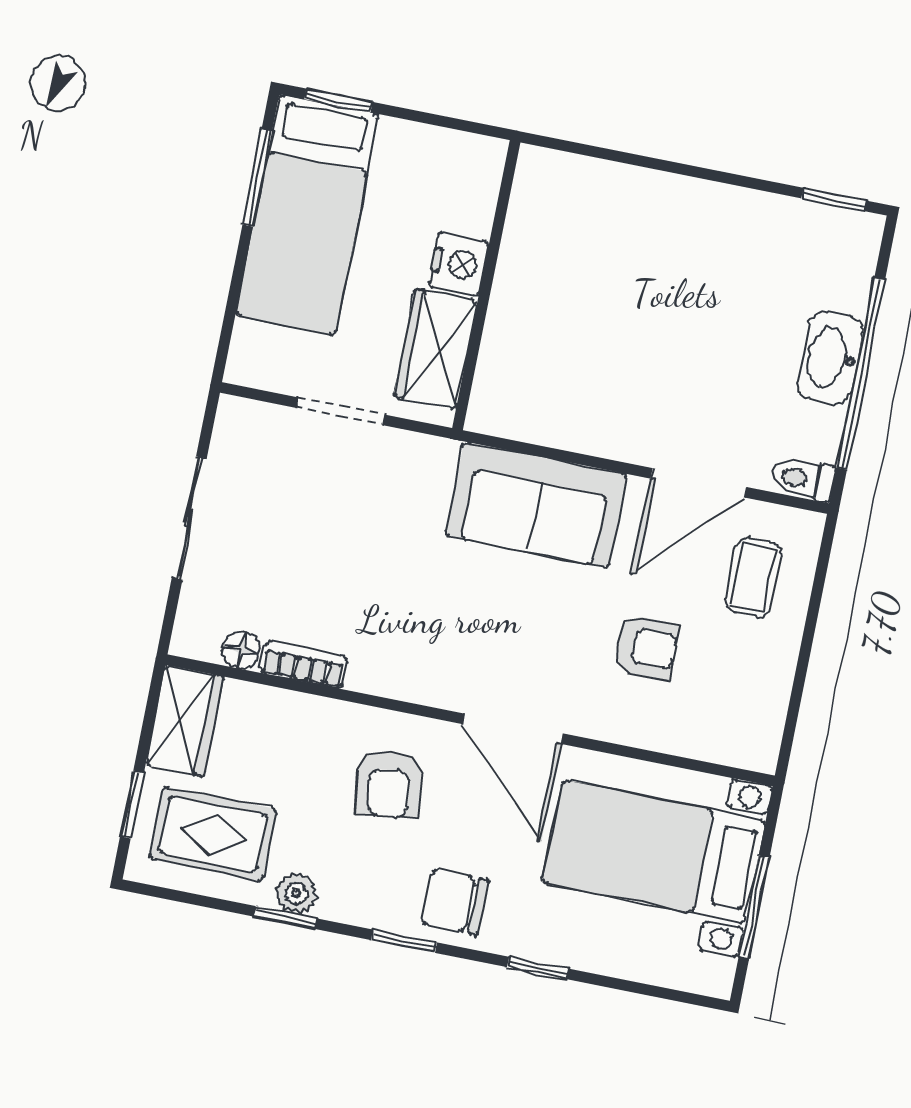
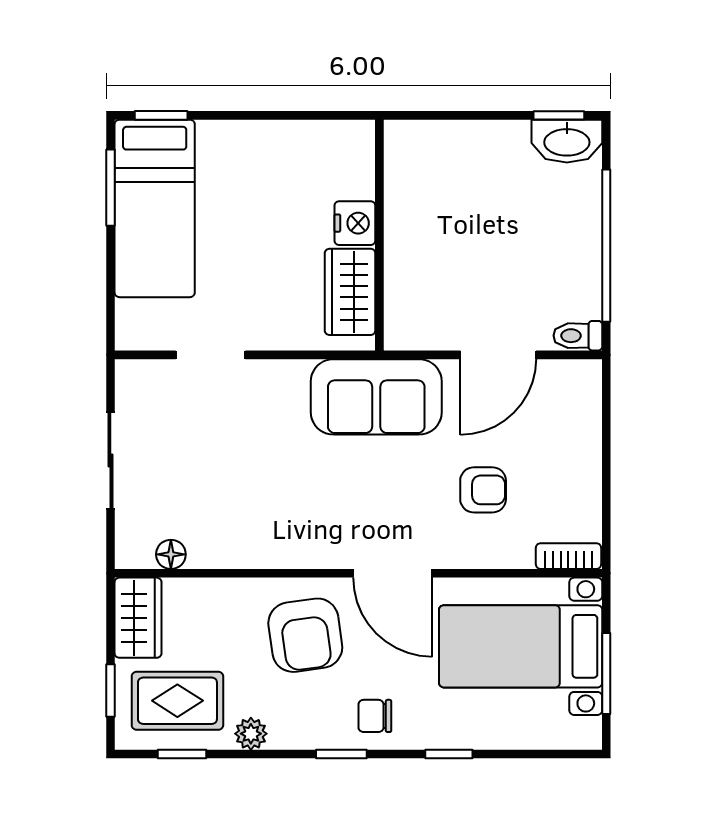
nightstand: (459, 264) -> (355, 223), moved
wall: (486, 285) -> (379, 235), moved
wardrobe: (436, 349) -> (350, 292), moved
washbasin: (830, 358) -> (567, 141), moved, turned -90
coffee table: (753, 577) -> (555, 419), removed
bookcase: (304, 665) -> (568, 556), moved
armchair: (389, 784) -> (305, 635), width x1.38, depth x1.38
chair: (455, 902) -> (375, 716), width x0.73, depth x0.73
window: (285, 917) -> (182, 754), moved

